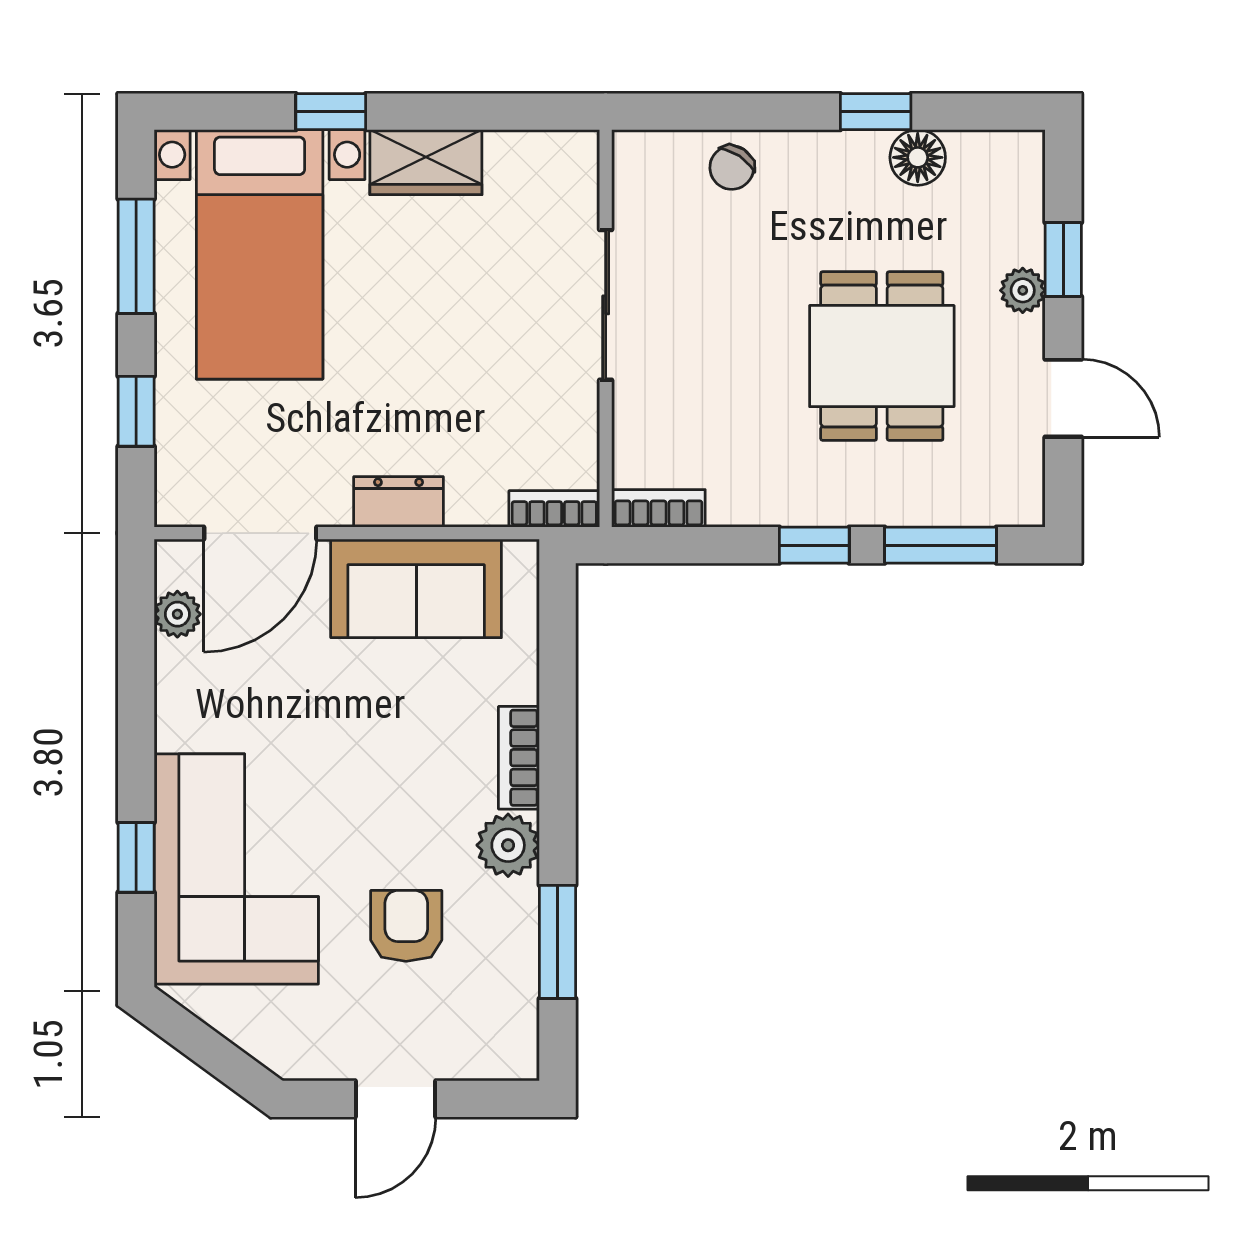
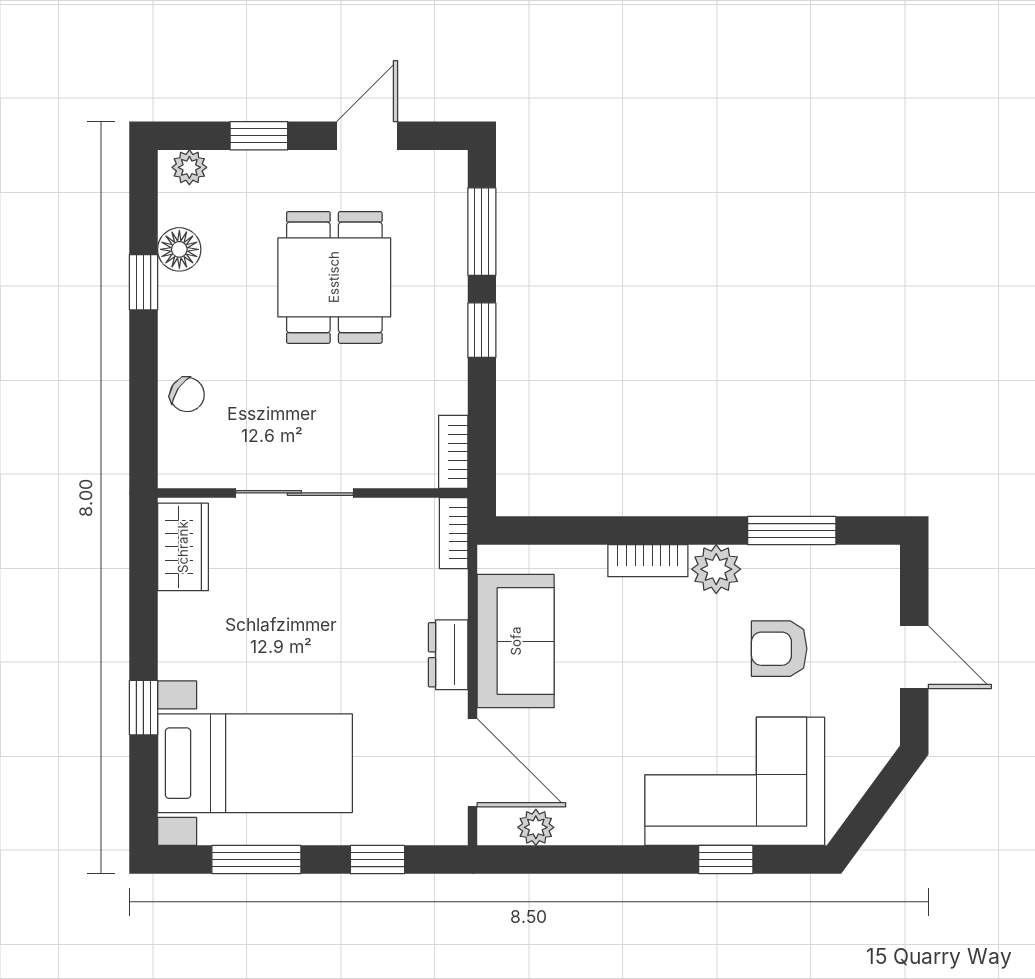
wardrobe: (426, 162) -> (183, 547), moved
plant: (1023, 290) -> (189, 167), moved
dining table: (882, 356) -> (334, 277), turned 90

